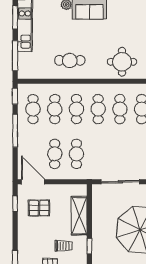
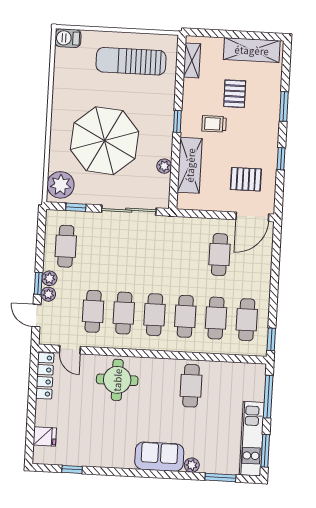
cafe table: (70, 60) -> (191, 386), turned 90
window: (15, 131) -> (274, 290), removed
cafe table: (76, 154) -> (189, 253), removed
door: (33, 182) -> (252, 217), hinge flipped
window: (15, 204) -> (281, 159), moved
plant: (97, 214) -> (164, 166), added

